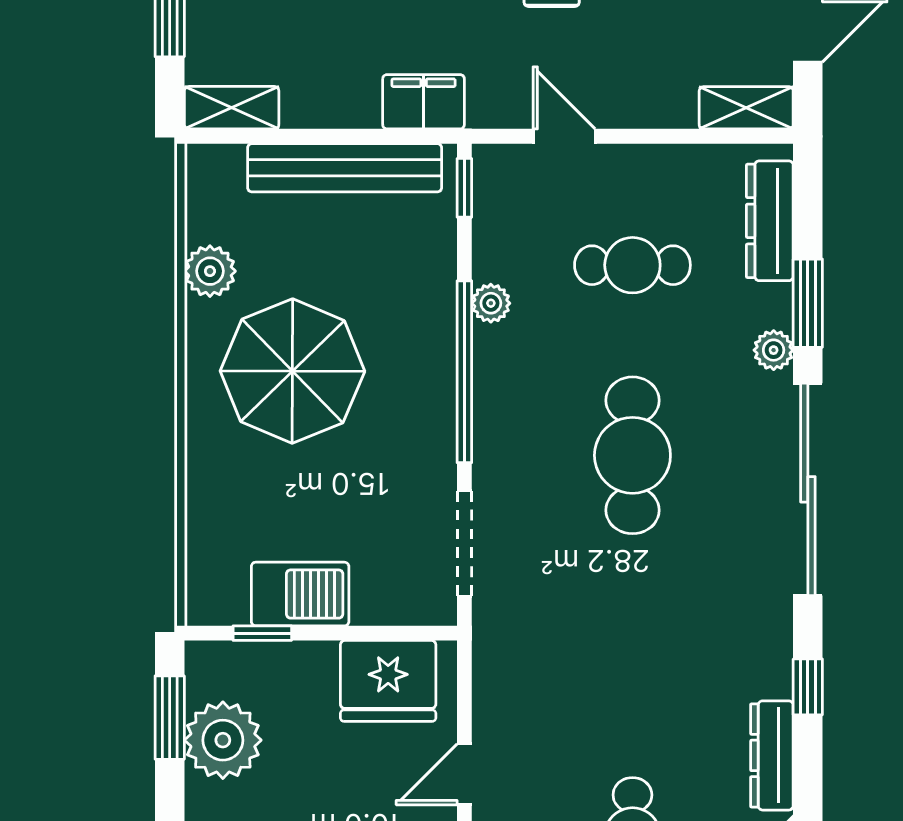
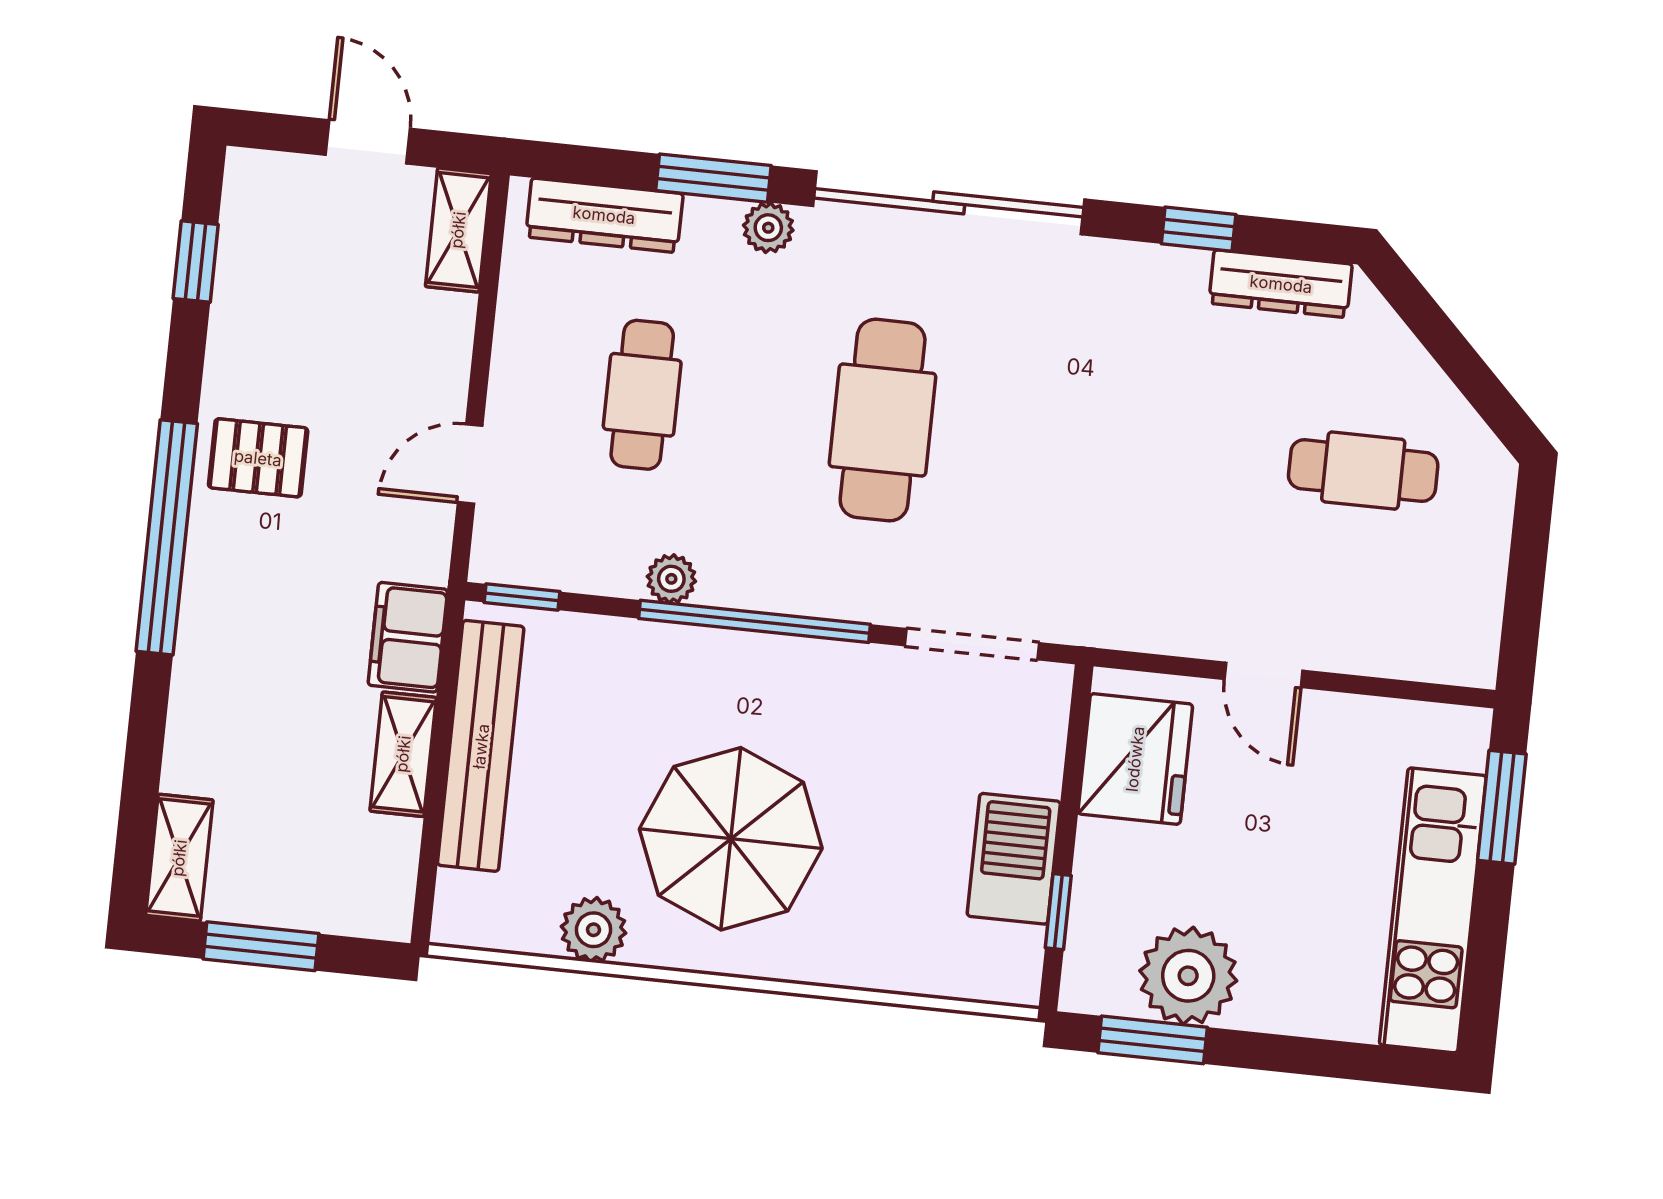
shelving: (232, 108) -> (403, 754), moved
cafe table: (632, 455) -> (883, 420), turned 90

